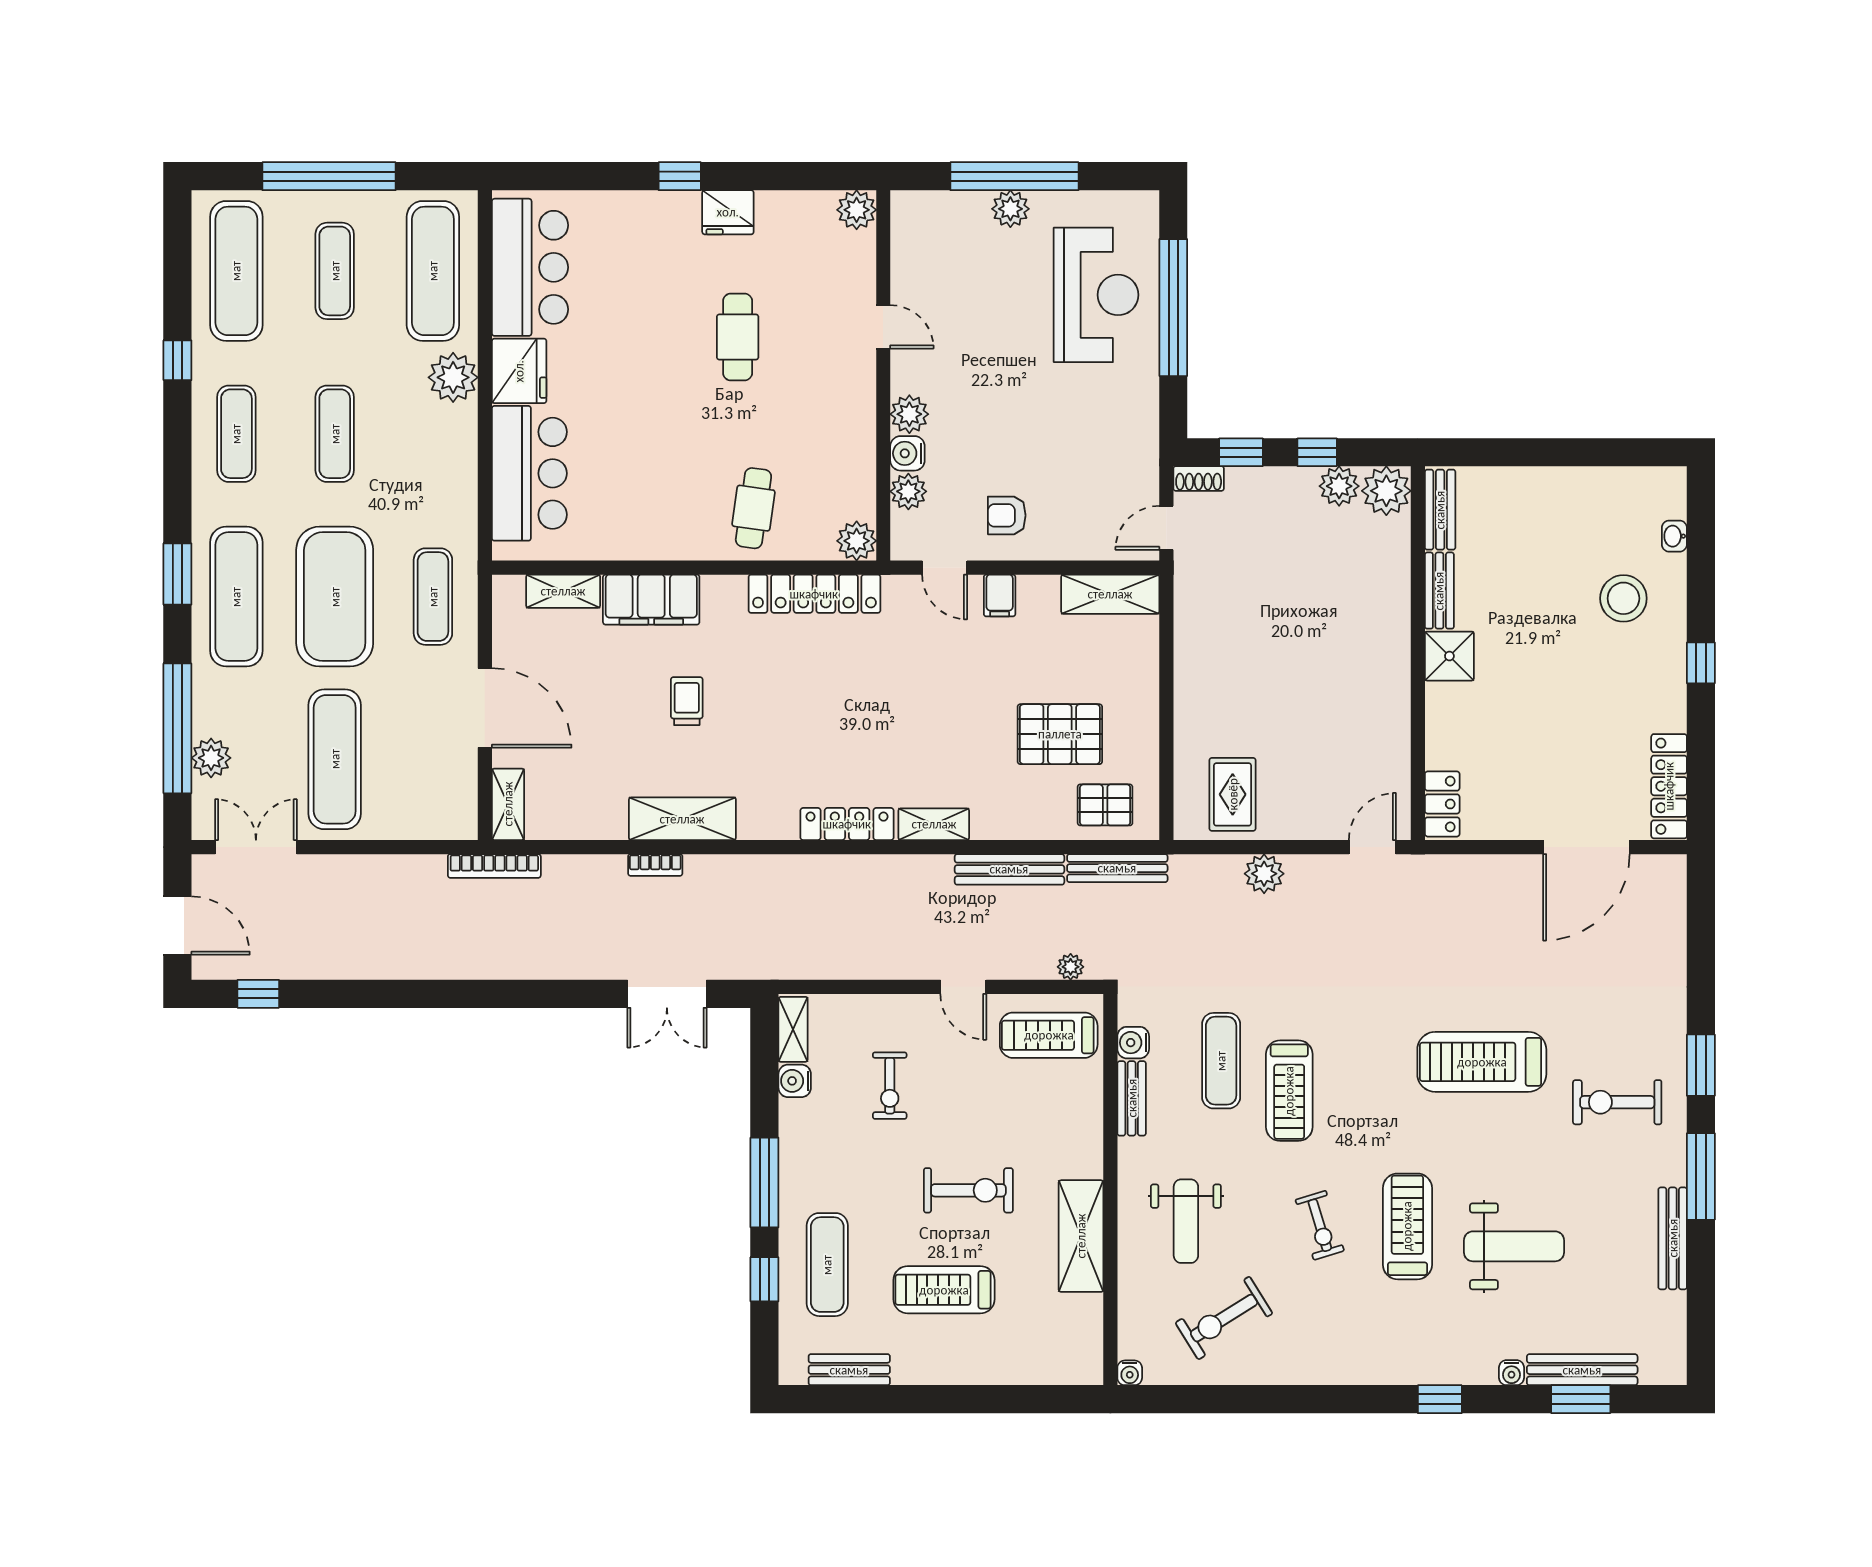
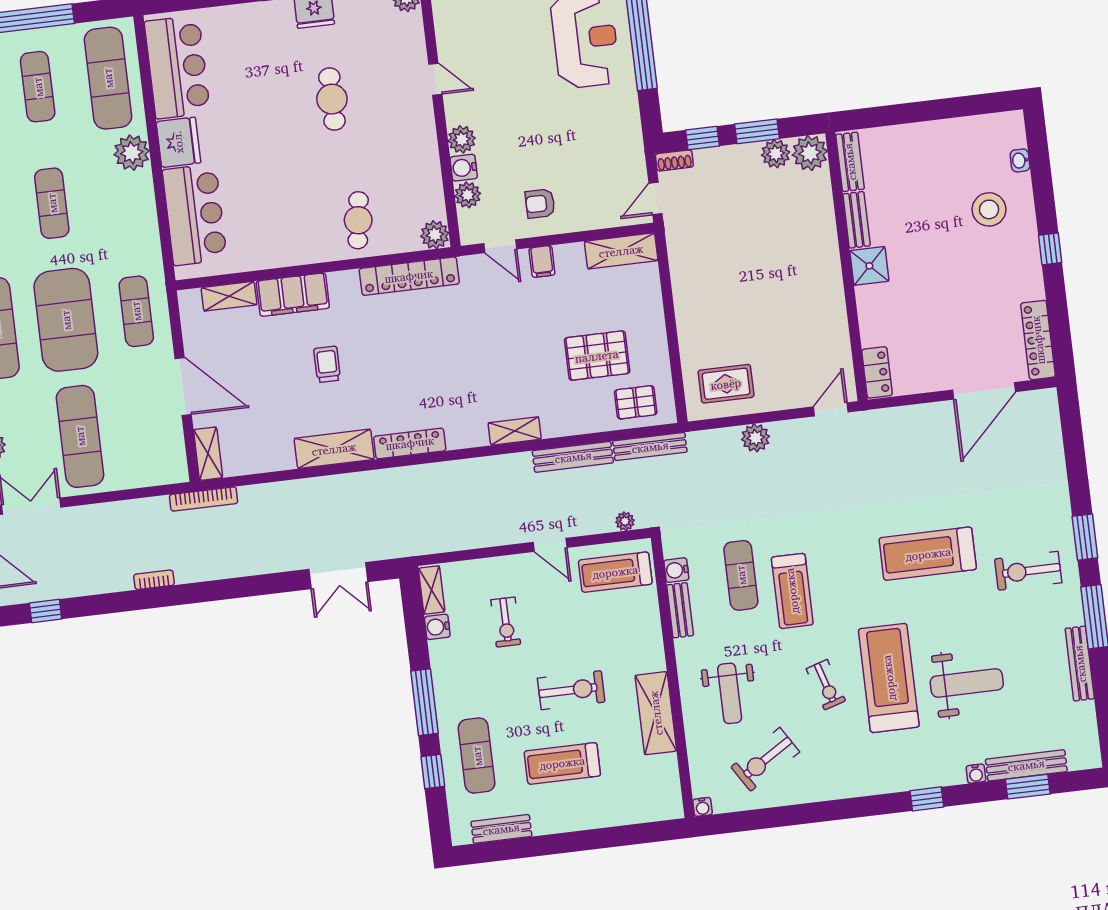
window: (1317, 452) -> (757, 131), width x1.50
rug: (1233, 794) -> (726, 384), turned 90
locker: (847, 824) -> (410, 443), moved
bookcase: (655, 865) -> (154, 580), moved, turned 180
treadmill: (1407, 1226) -> (889, 678), width x1.37, depth x1.38

